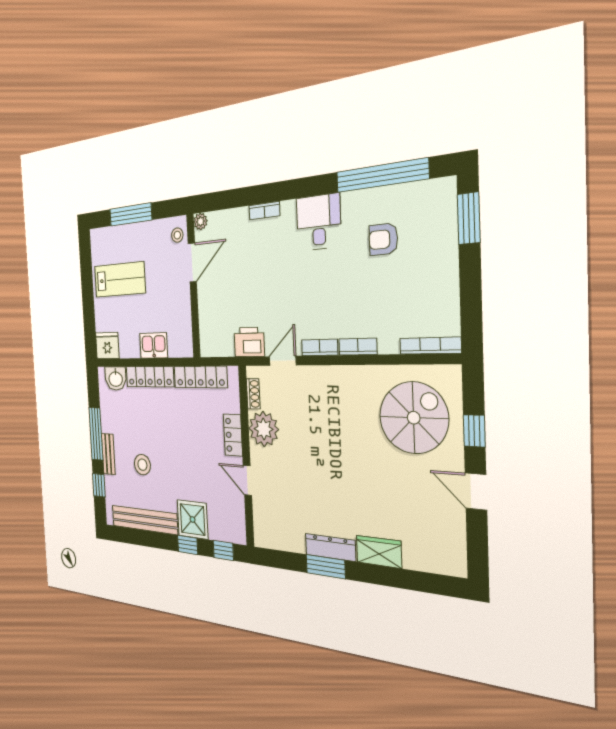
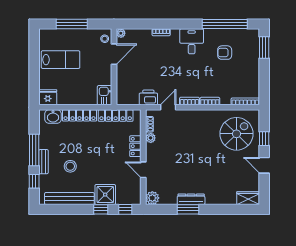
kitchen sink: (154, 345) -> (105, 95), moved, turned -90
plant: (264, 429) -> (151, 138), width x0.53, depth x0.53
plant: (264, 536) -> (152, 198), added
wardrobe: (379, 552) -> (248, 198), moved

